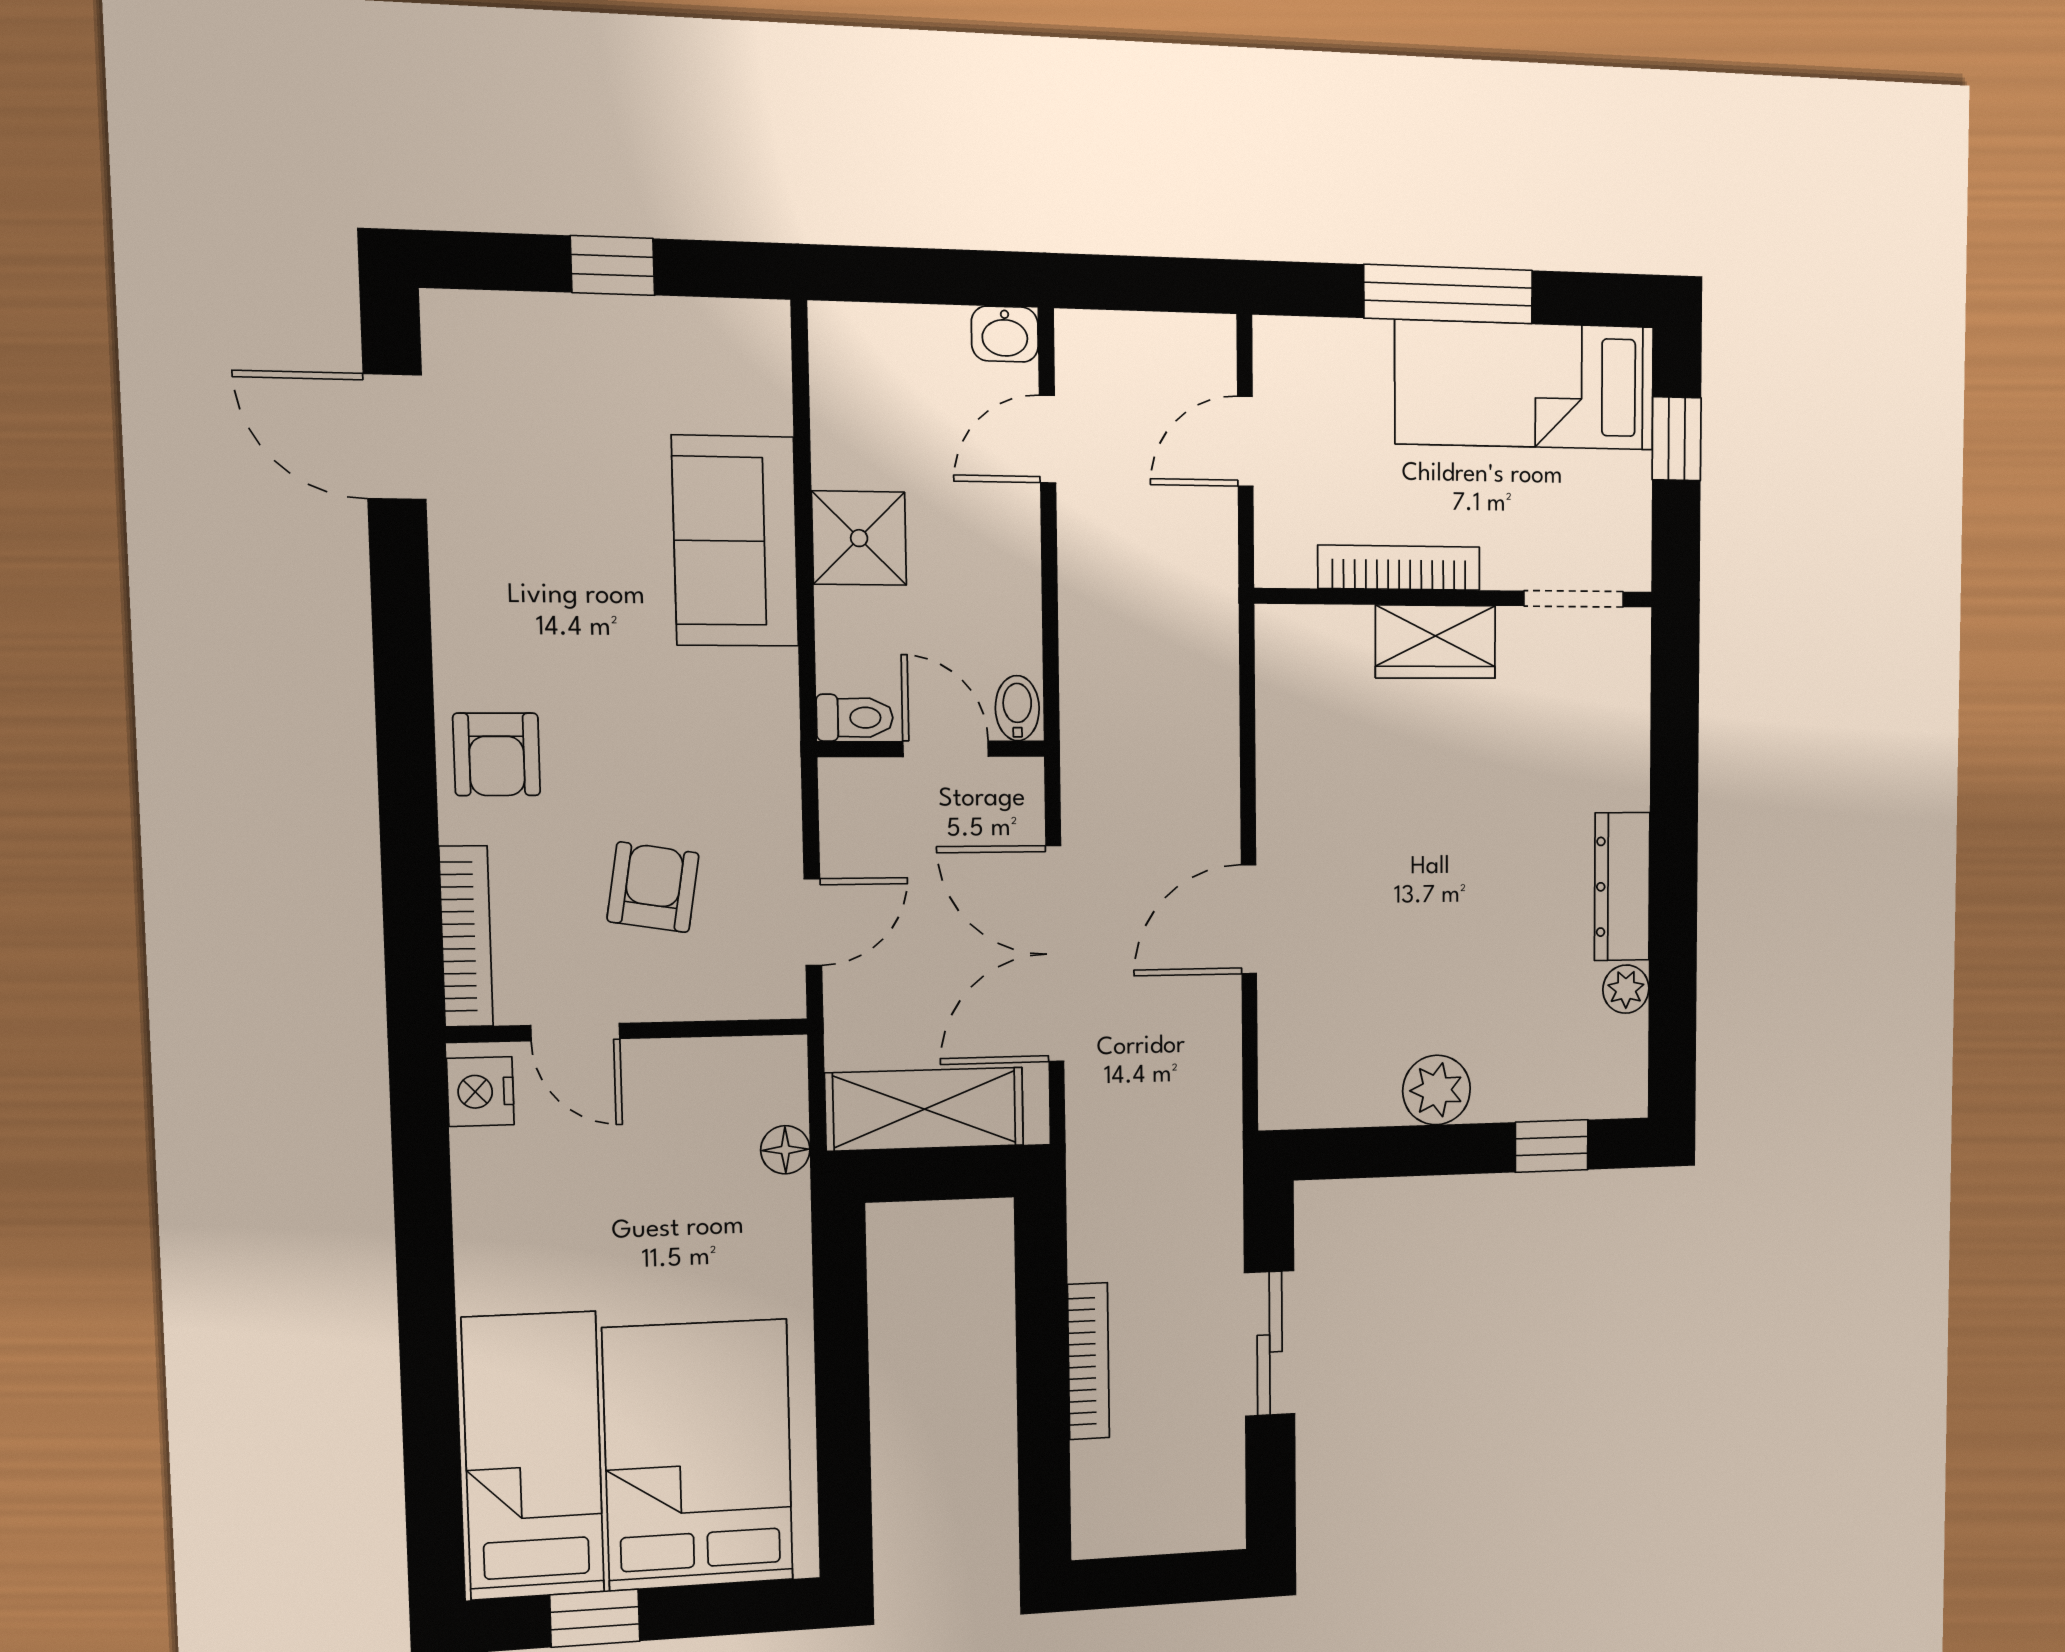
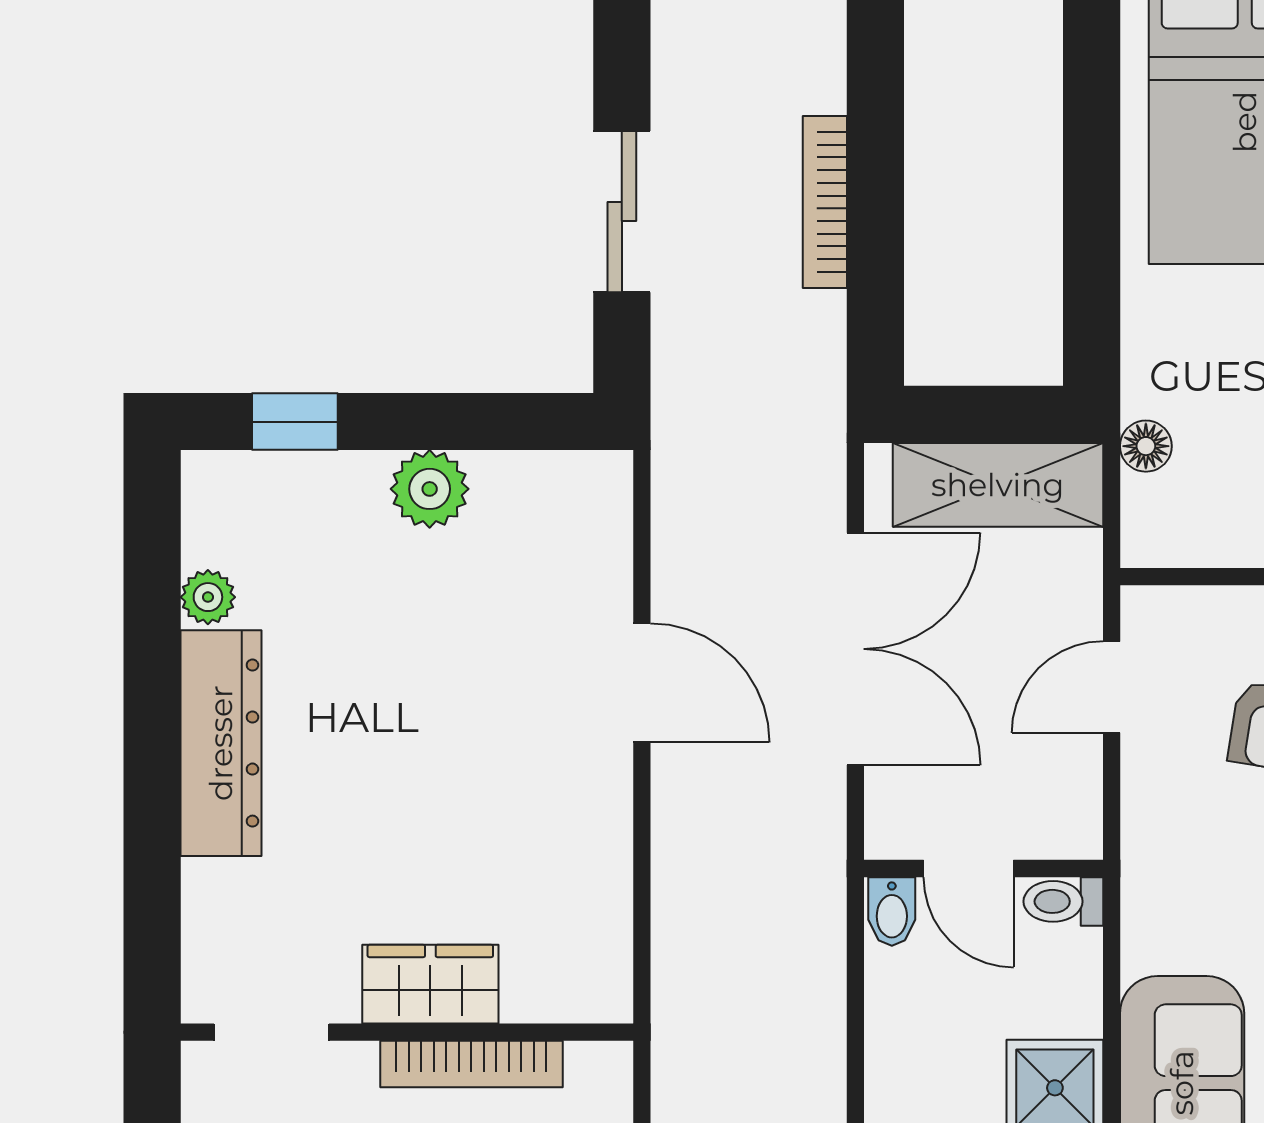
dresser: (1622, 887) -> (221, 743), width x1.37, depth x1.24
door: (1249, 919) -> (642, 683), hinge flipped

